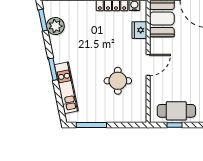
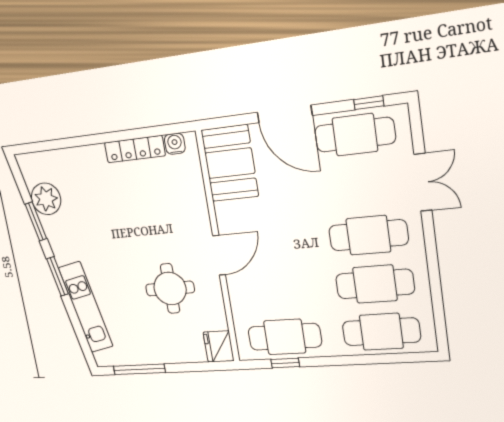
window: (43, 20) -> (36, 222), moved
fridge: (139, 30) -> (219, 346), moved

